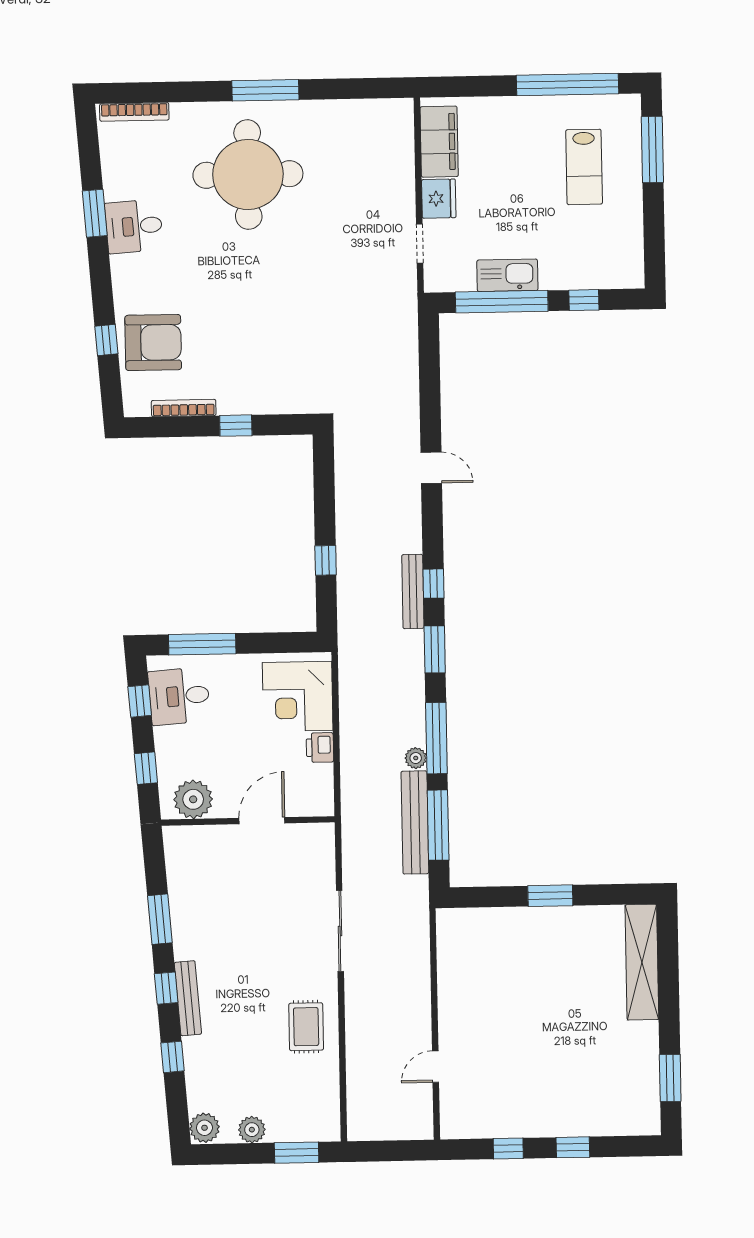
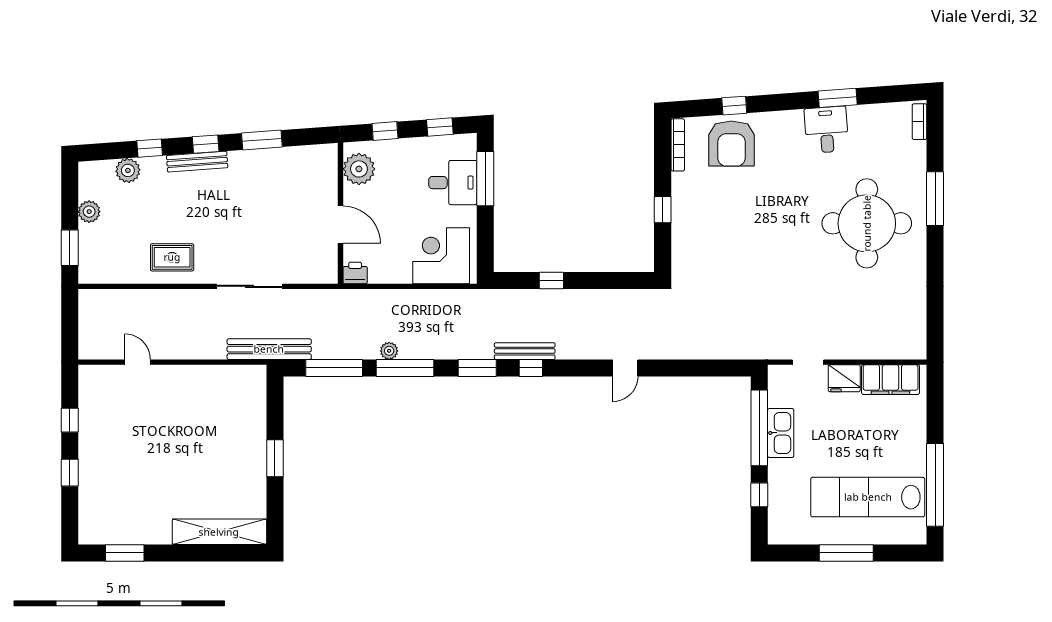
window: (265, 90) -> (935, 199), moved
bookcase: (134, 112) -> (919, 122), width x0.64
window: (652, 149) -> (846, 553), moved
lab bench: (584, 167) -> (868, 497), width x1.86, depth x1.39
bookcase: (184, 408) -> (678, 145), moved
desk: (179, 696) -> (453, 183), moved, turned 94
printer: (320, 747) -> (355, 273), moved
bench: (415, 822) -> (269, 349), moved
plant: (204, 1128) -> (128, 170), moved

